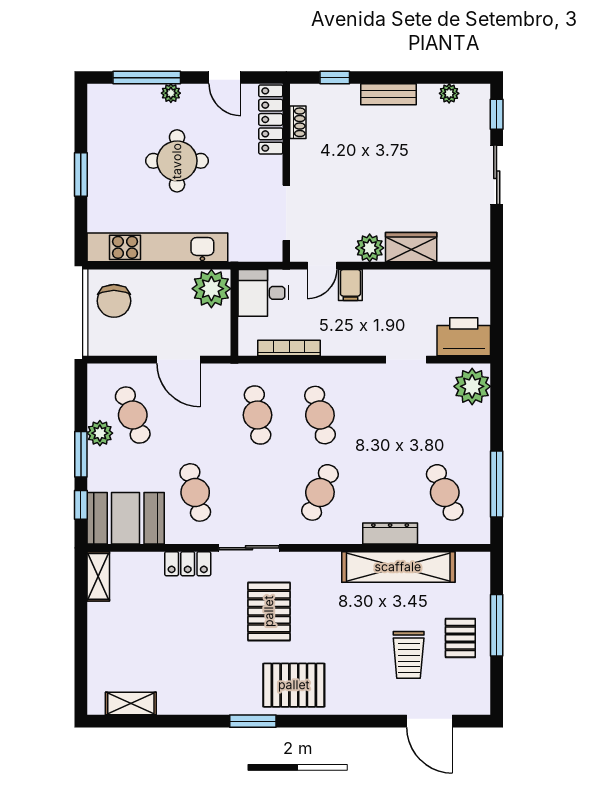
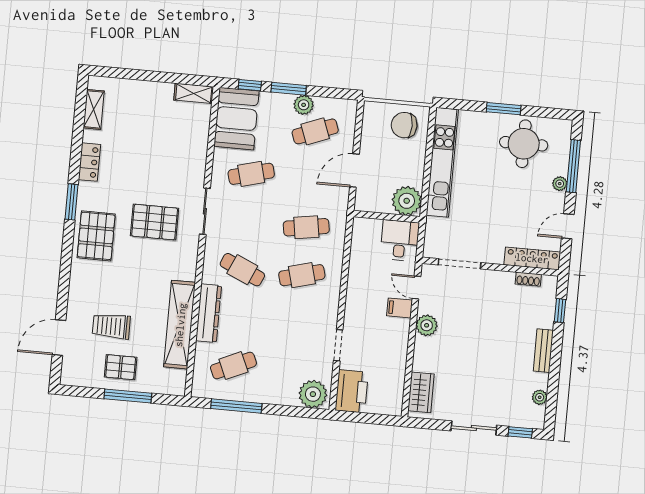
round table: (177, 161) -> (524, 144), moved
wardrobe: (411, 247) -> (421, 392), moved
bookcase: (289, 348) -> (356, 256), removed
dresser: (390, 533) -> (209, 313), width x1.37, depth x1.24
locker: (188, 564) -> (89, 162), moved, turned 180

